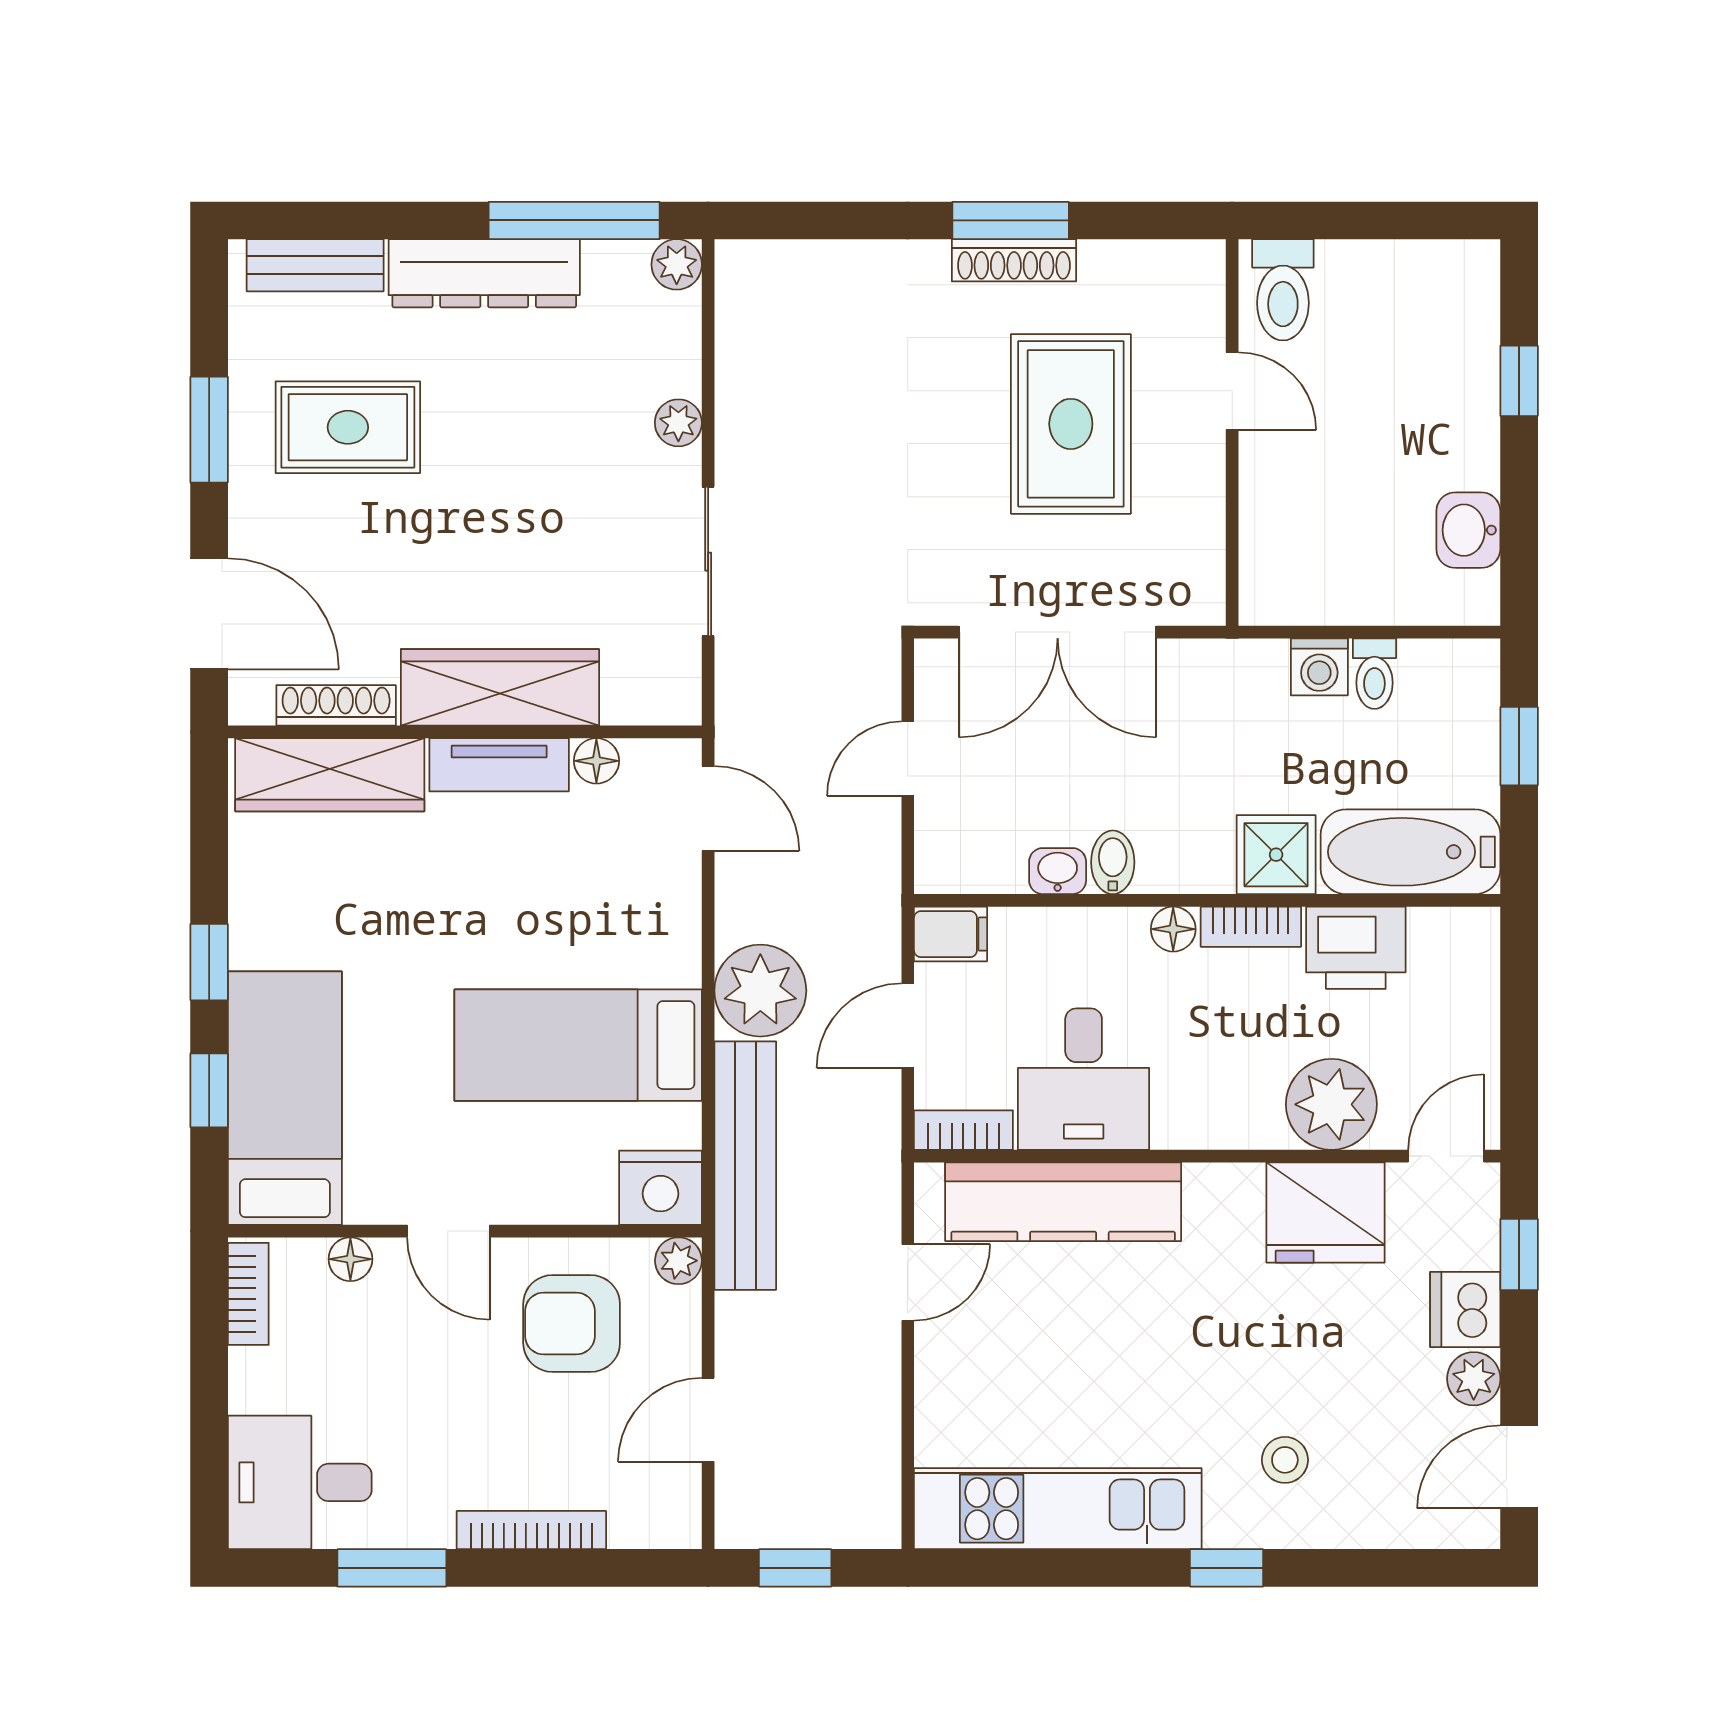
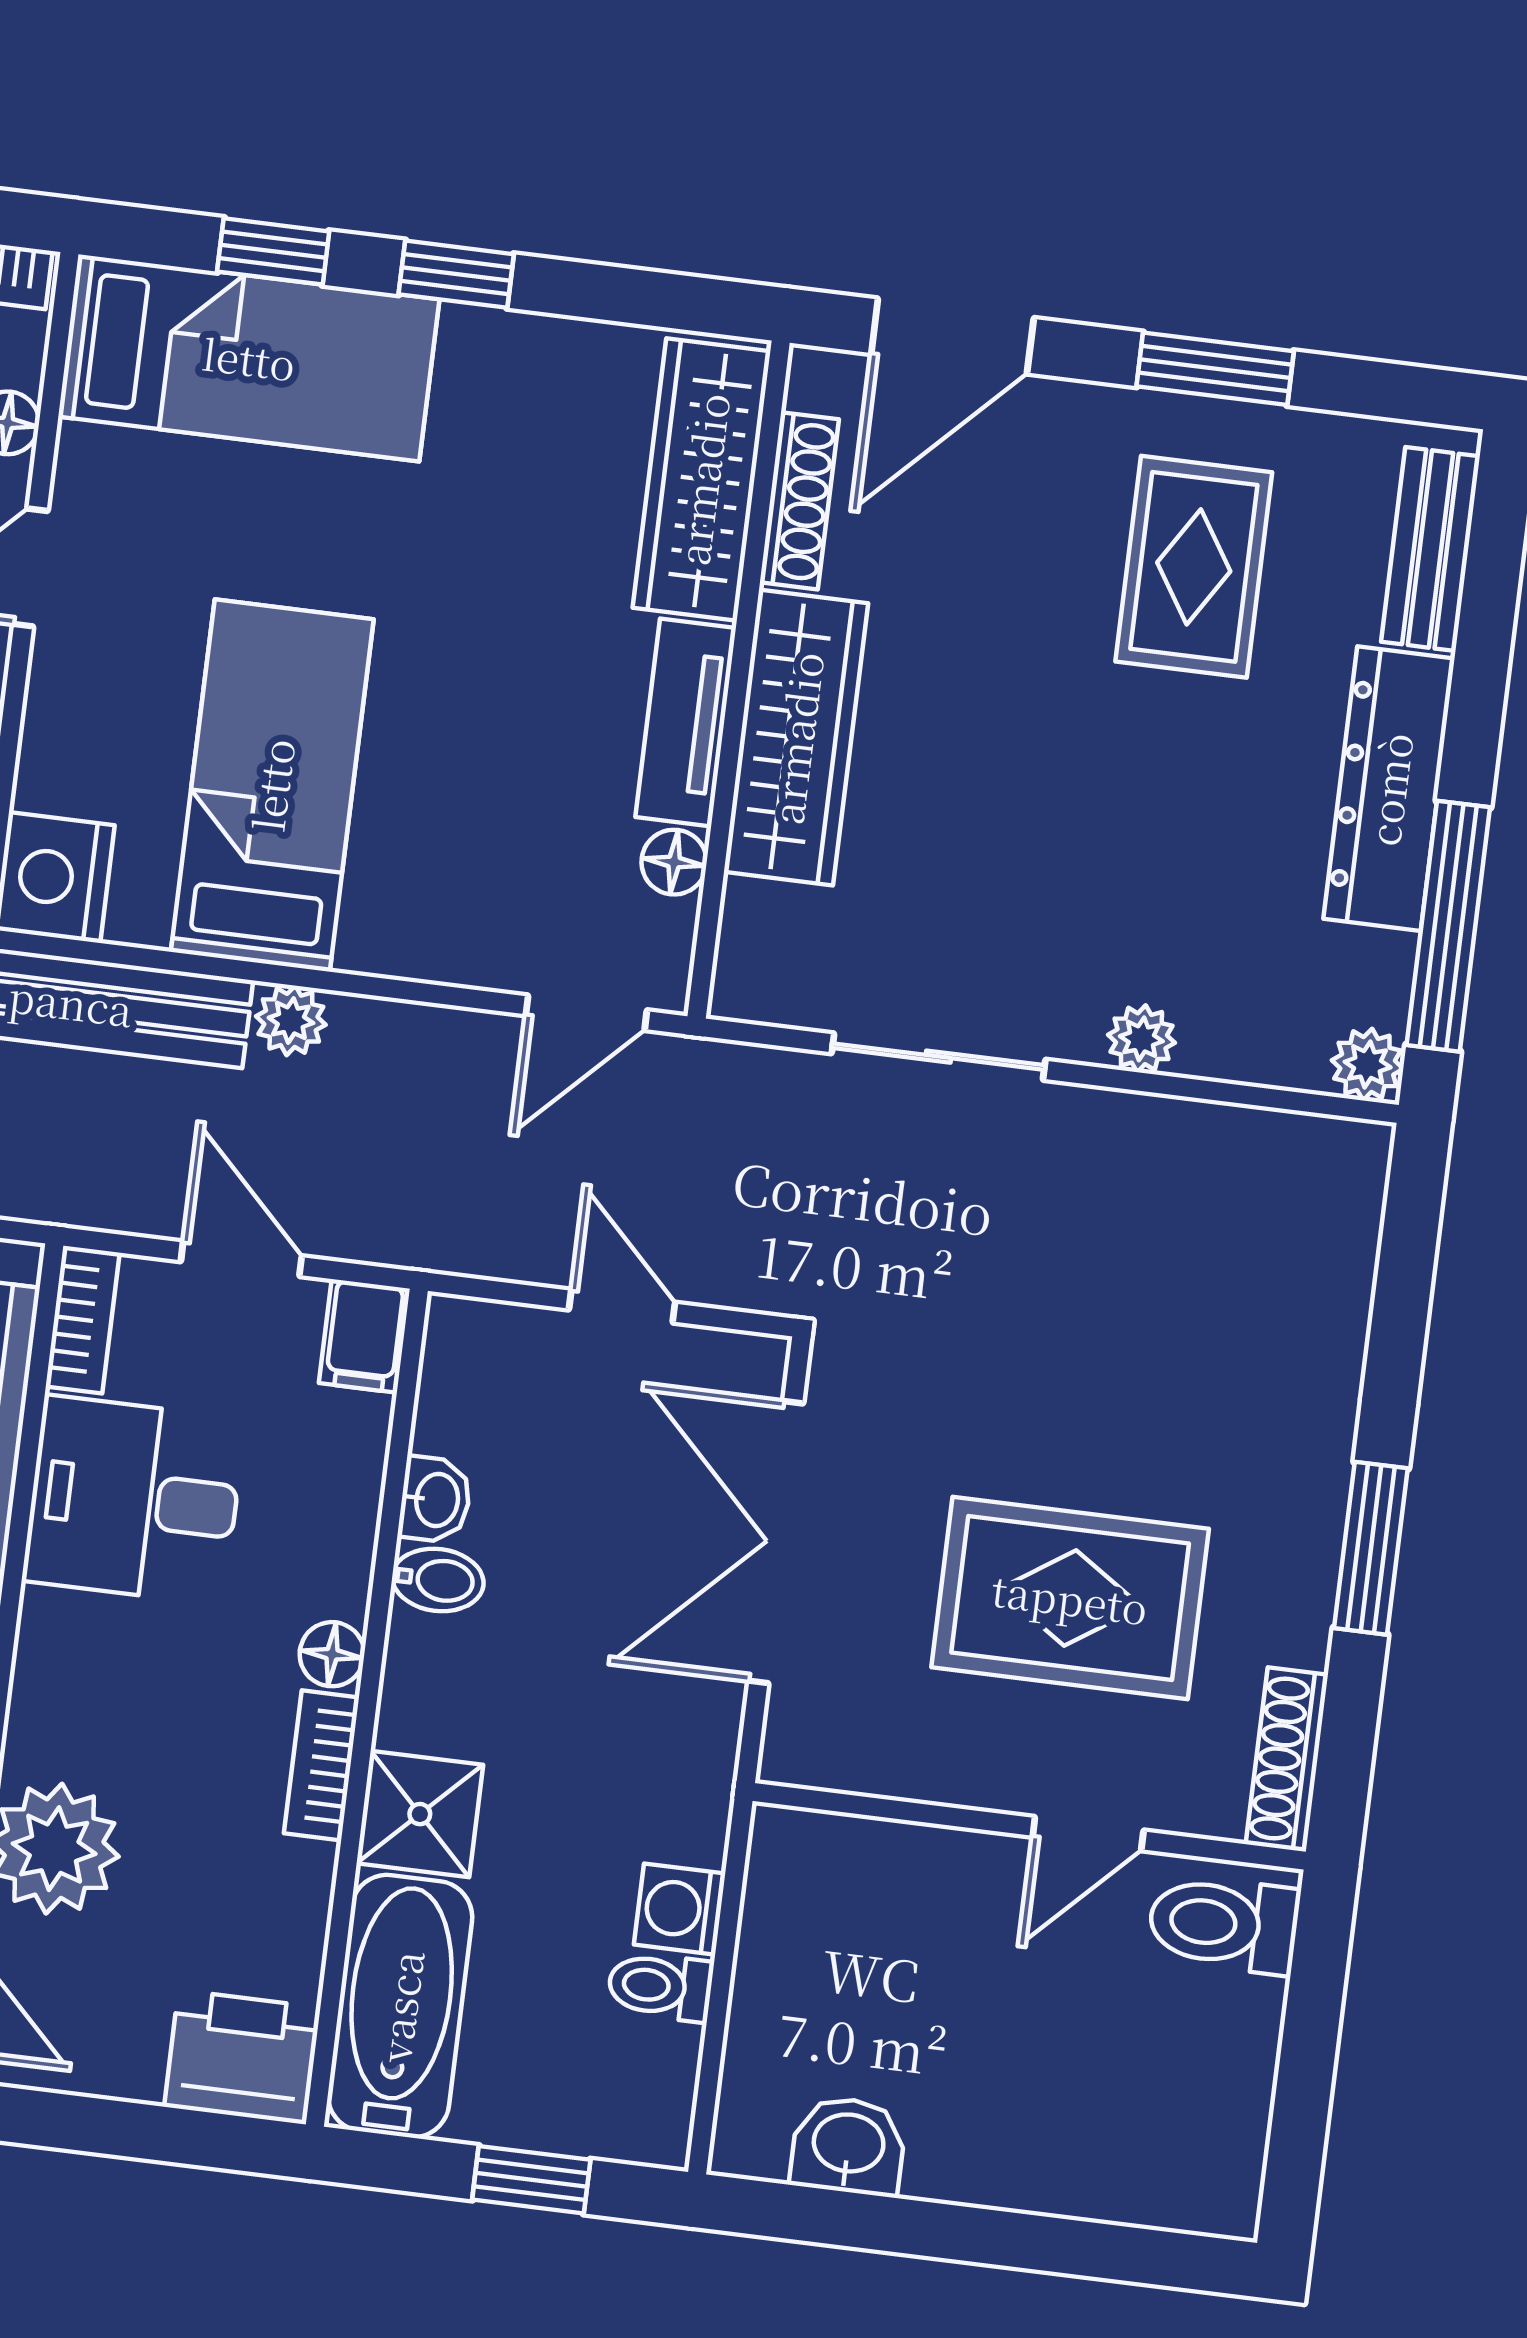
shoe rack: (1014, 260) -> (1287, 1759), moved
window: (1519, 381) -> (1052, 2245), removed
printer: (1356, 948) -> (242, 2057), moved, turned 90
plant: (760, 991) -> (291, 1020), width x0.53, depth x0.53

